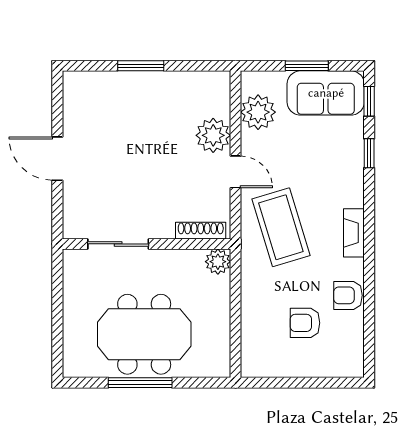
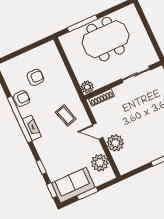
coffee table: (281, 227) -> (66, 115), width x0.54, depth x0.58
window: (369, 258) -> (20, 120), added
window: (140, 383) -> (82, 23), moved

